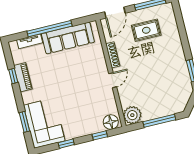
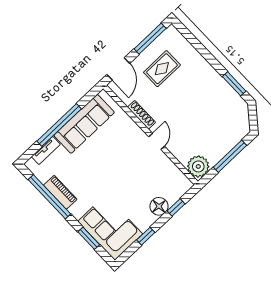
window: (13, 76) -> (49, 197), width x3.17
floor lamp: (111, 122) -> (159, 206), moved

